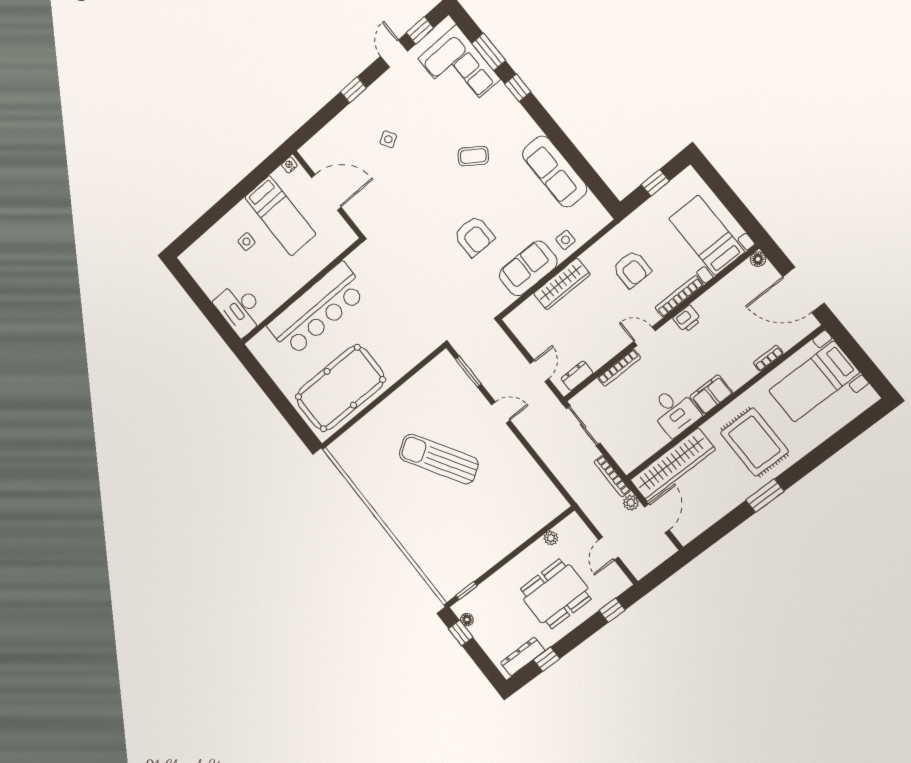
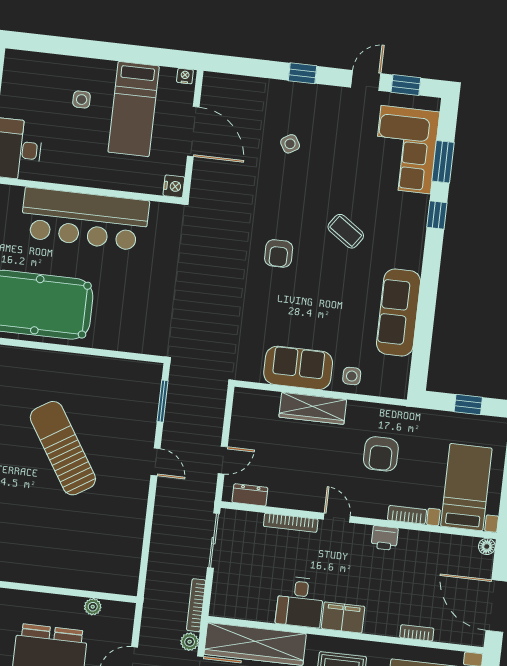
nightstand: (347, 236) -> (174, 186), added
armchair: (474, 236) -> (279, 253), moved, width x0.72, depth x0.72
bookcase: (679, 296) -> (407, 515), width x0.64

